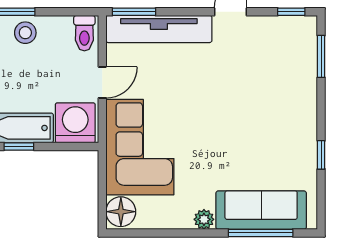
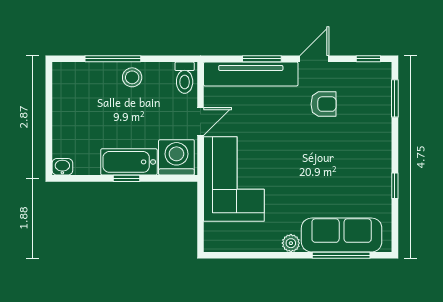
window: (134, 12) -> (262, 59), moved
armchair: (241, 63) -> (323, 104), added
floor lamp: (121, 212) -> (217, 236), removed

